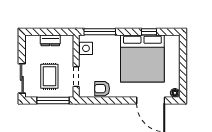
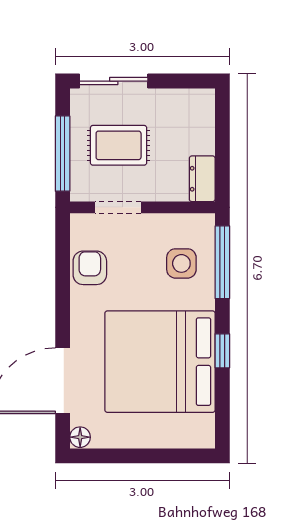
window: (149, 32) -> (222, 351), moved
dresser: (50, 40) -> (202, 179), moved
side table: (86, 48) -> (181, 263), moved

